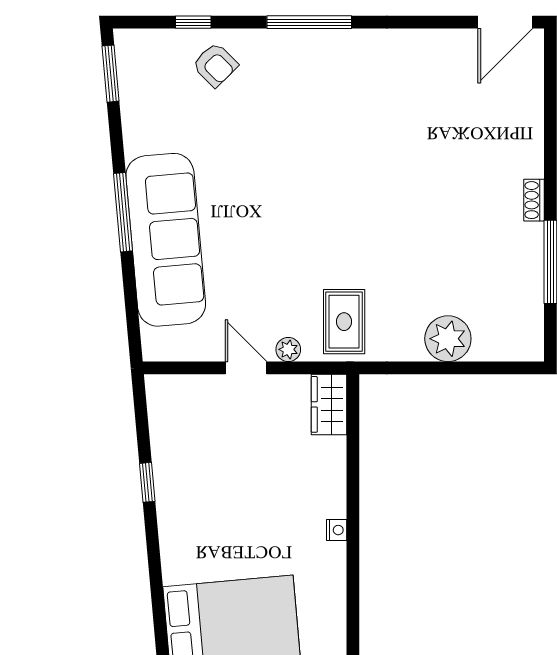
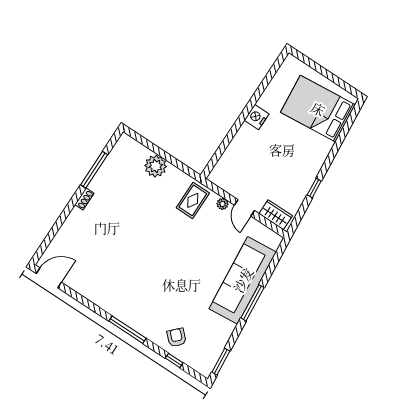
wardrobe: (329, 404) -> (276, 215), moved, turned -90
nightstand: (337, 530) -> (257, 117), width x1.89, depth x1.79

